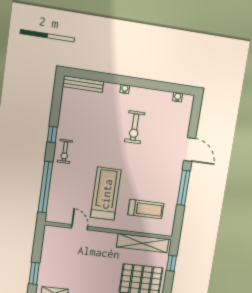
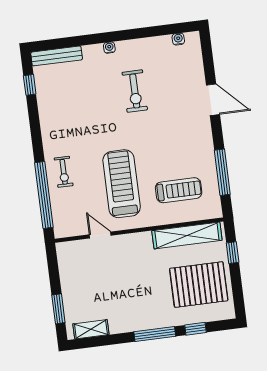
window: (52, 134) -> (30, 85), moved
exercise bike: (65, 151) -> (64, 172), moved
window: (184, 188) -> (222, 172), moved

